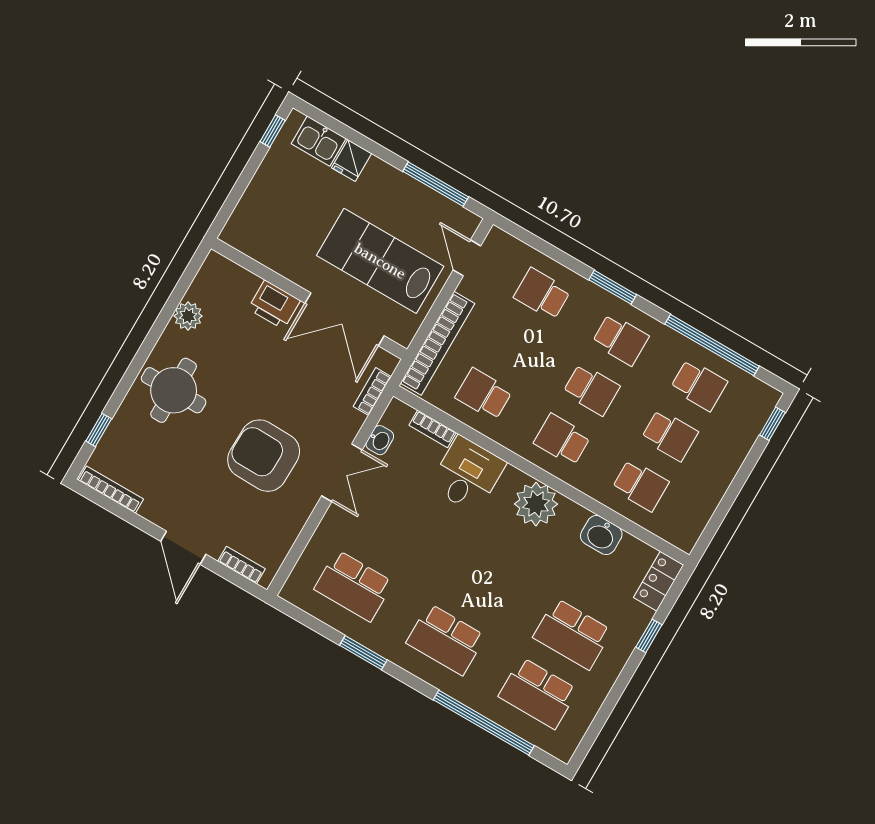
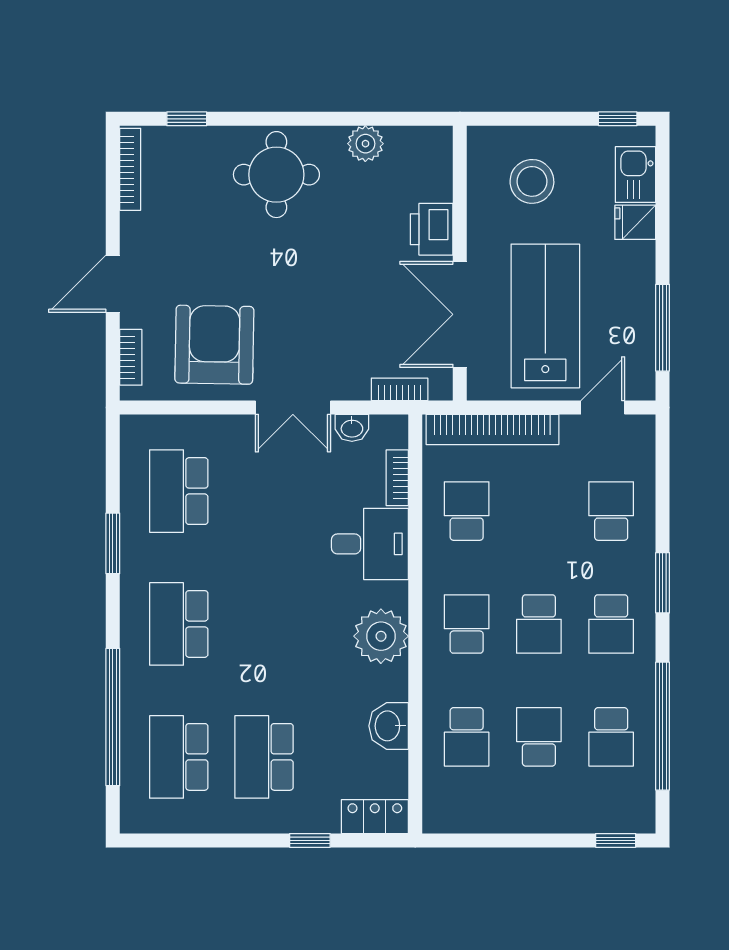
stool: (281, 216) -> (532, 181), added
school desk: (670, 435) -> (539, 737), turned 180
armchair: (264, 456) -> (214, 345), moved

